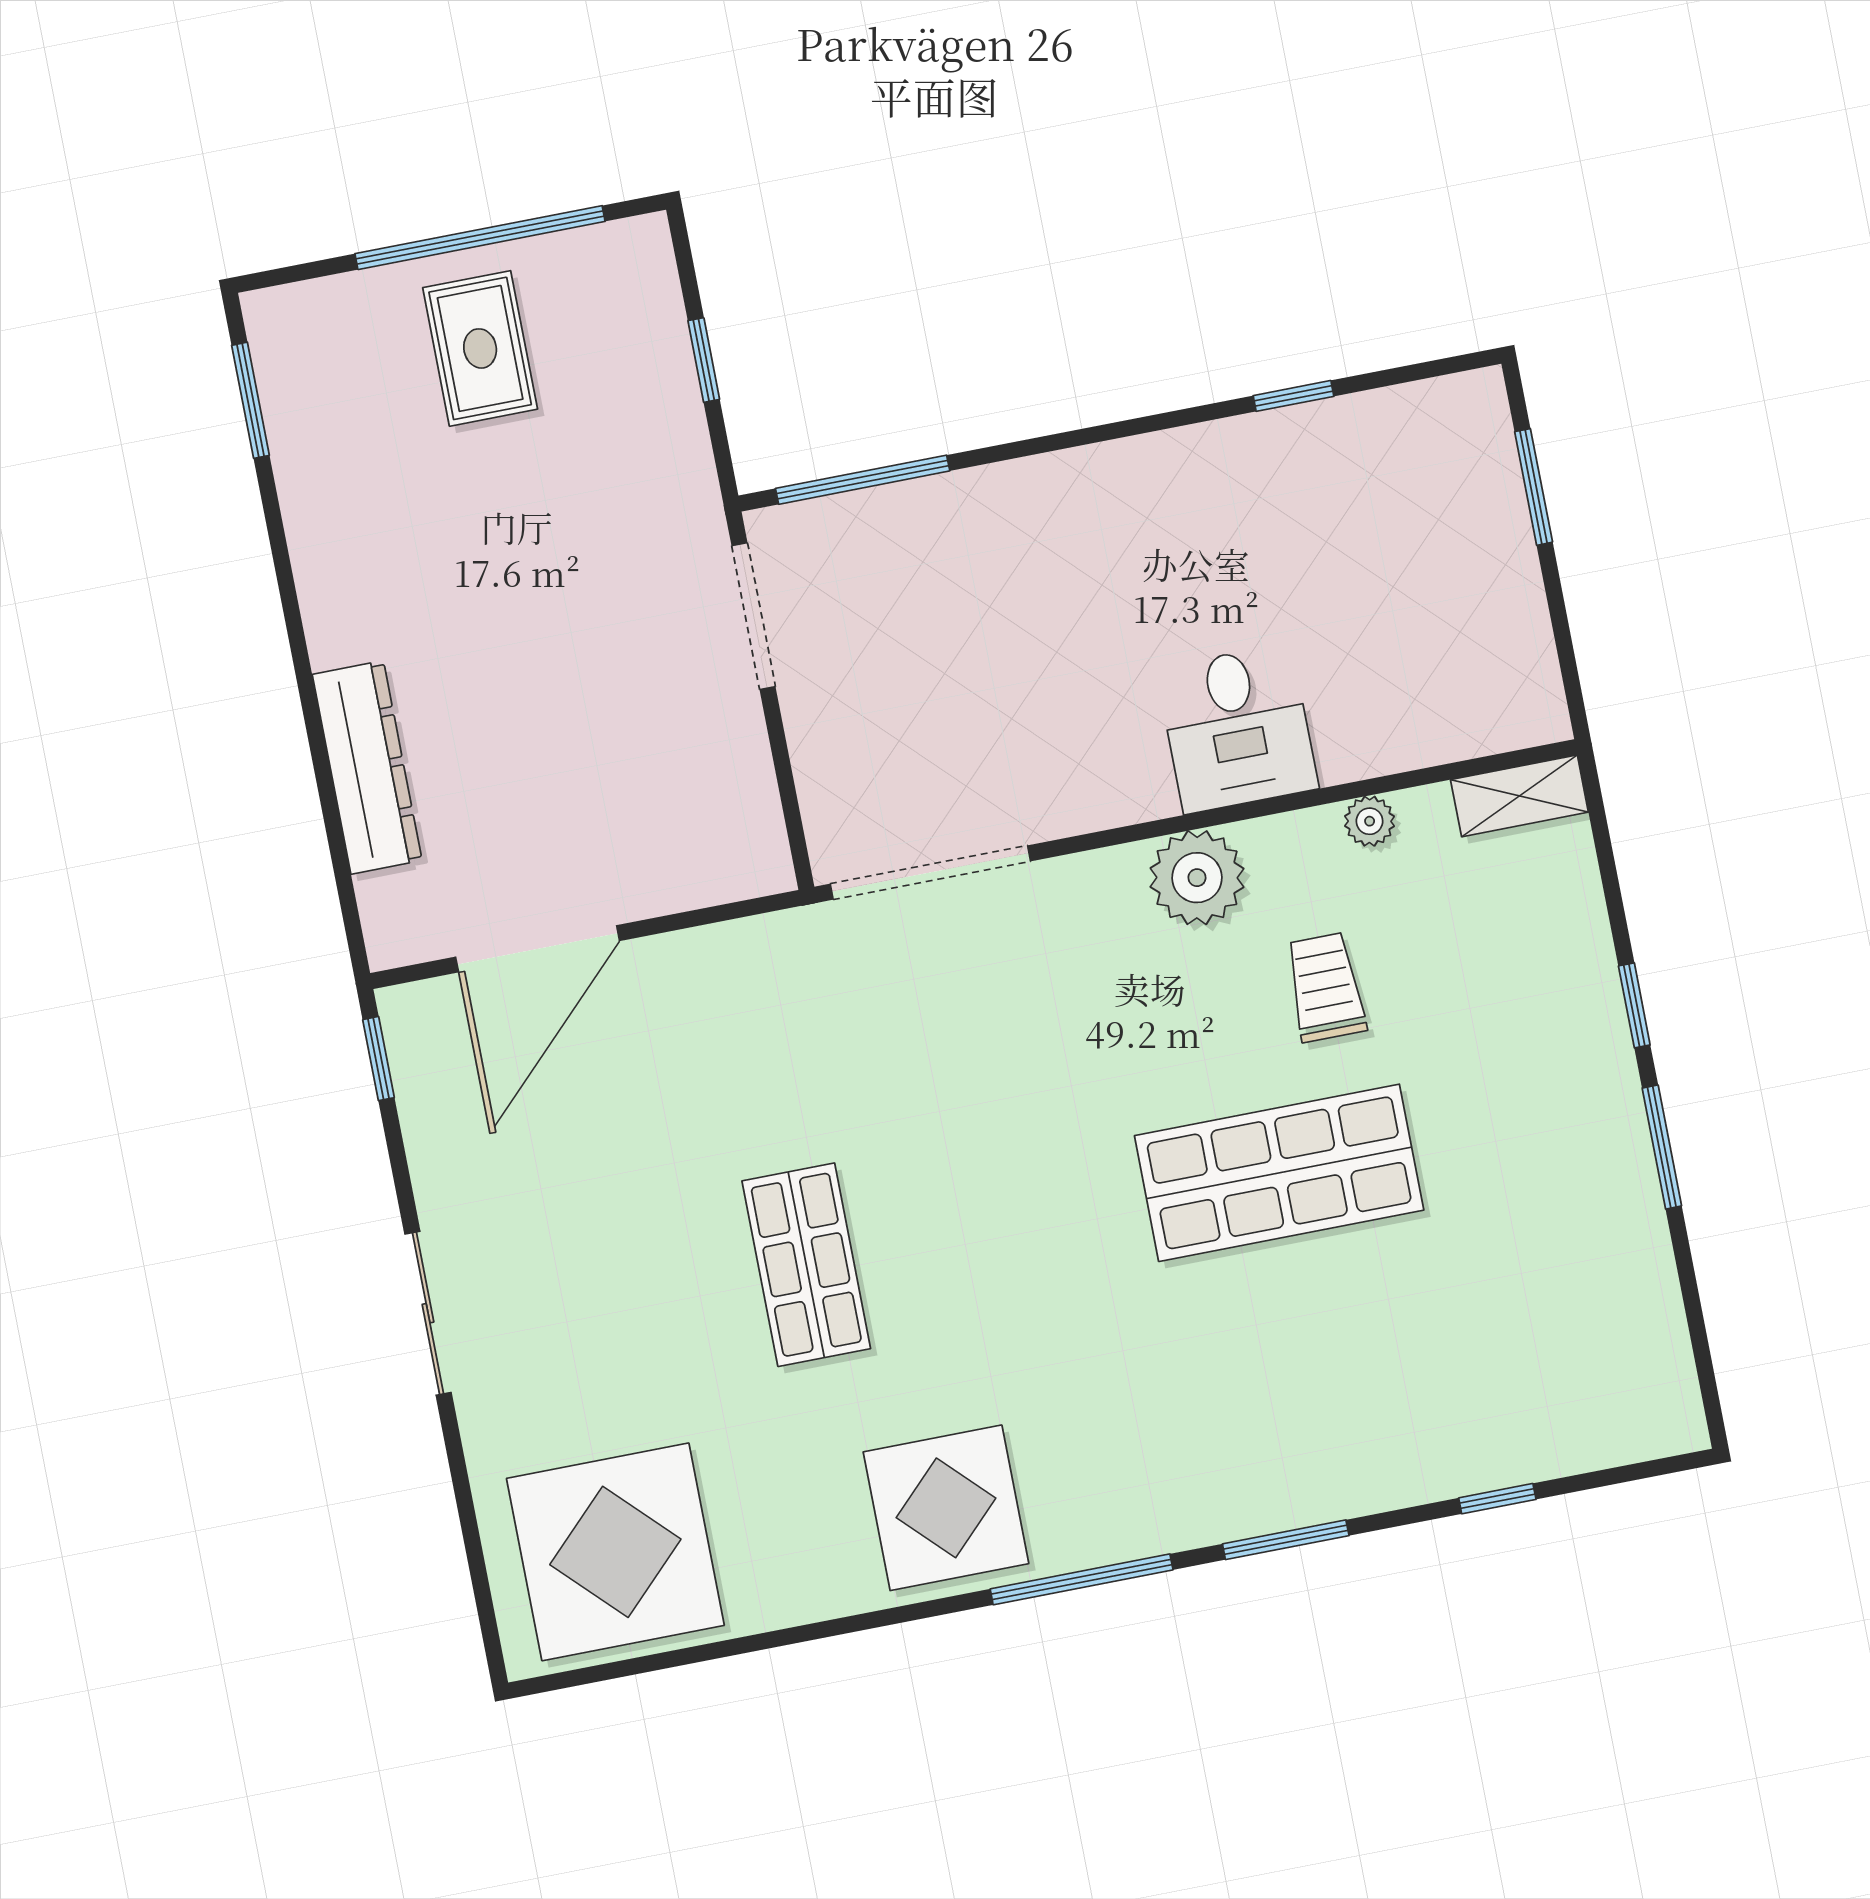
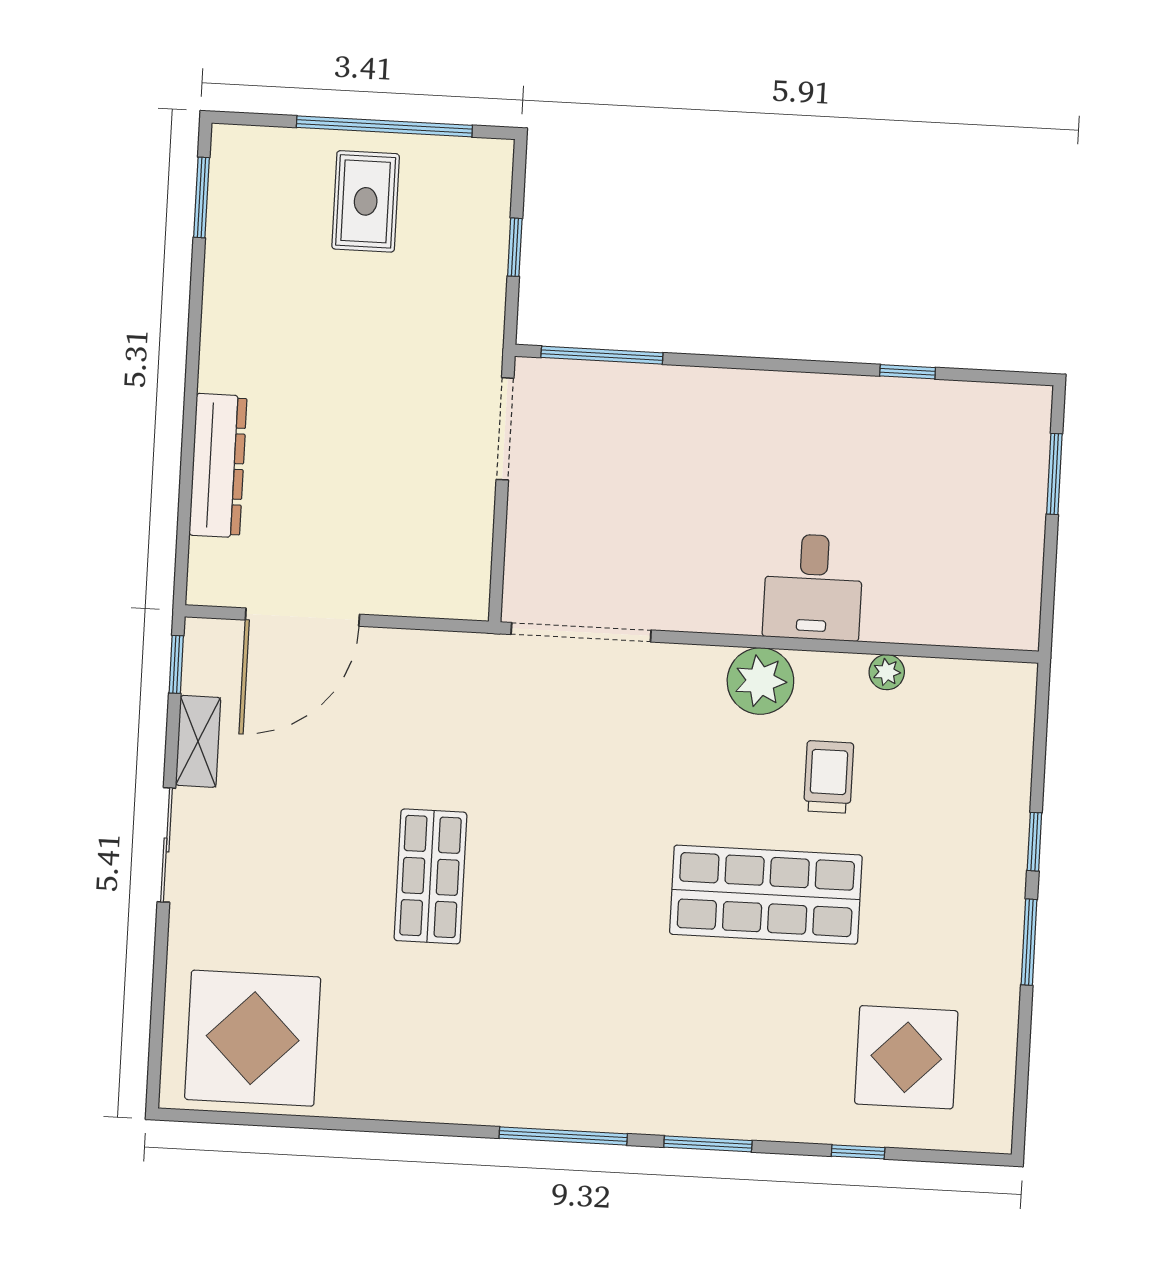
shelving: (1519, 796) -> (198, 741), moved, turned 90
display table: (946, 1508) -> (906, 1057), moved

